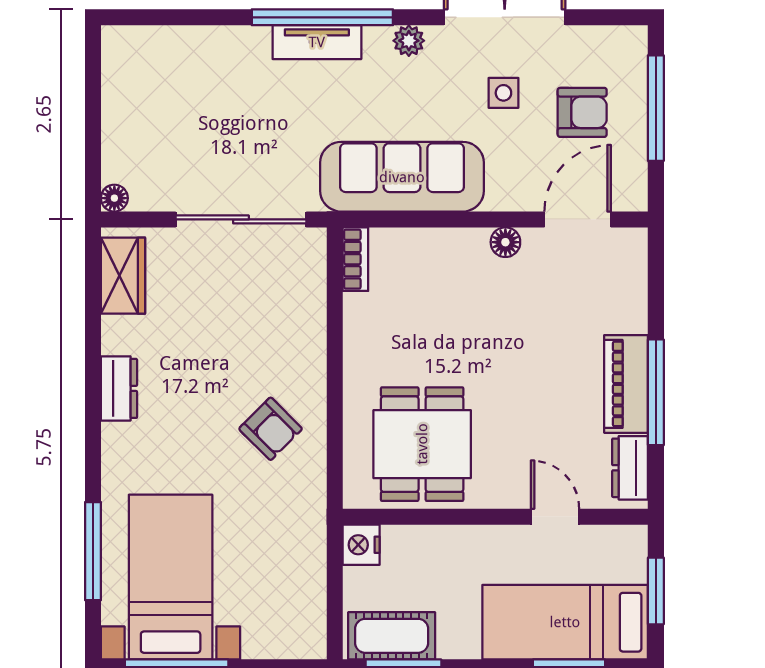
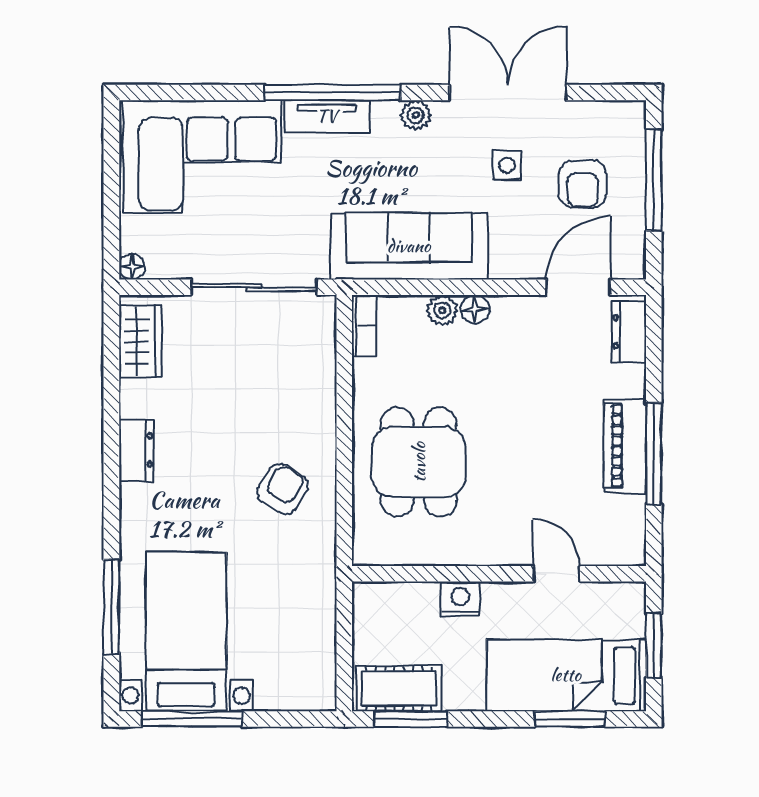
corner sofa: (187, 84) -> (202, 157), added
armchair: (582, 112) -> (583, 184), turned 90
floor lamp: (505, 242) -> (475, 309), moved
plant: (436, 243) -> (442, 310), added
armchair: (271, 429) -> (282, 489), turned -102
dining table: (422, 444) -> (419, 462), moved
dresser: (630, 468) -> (629, 332), moved
nightstand: (361, 545) -> (460, 599), moved, turned 90

